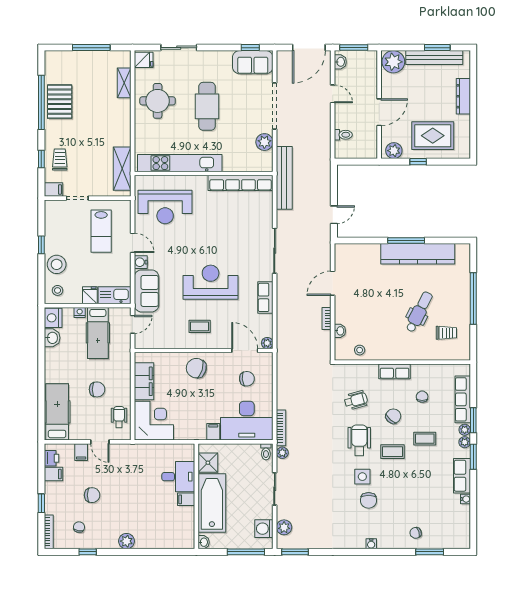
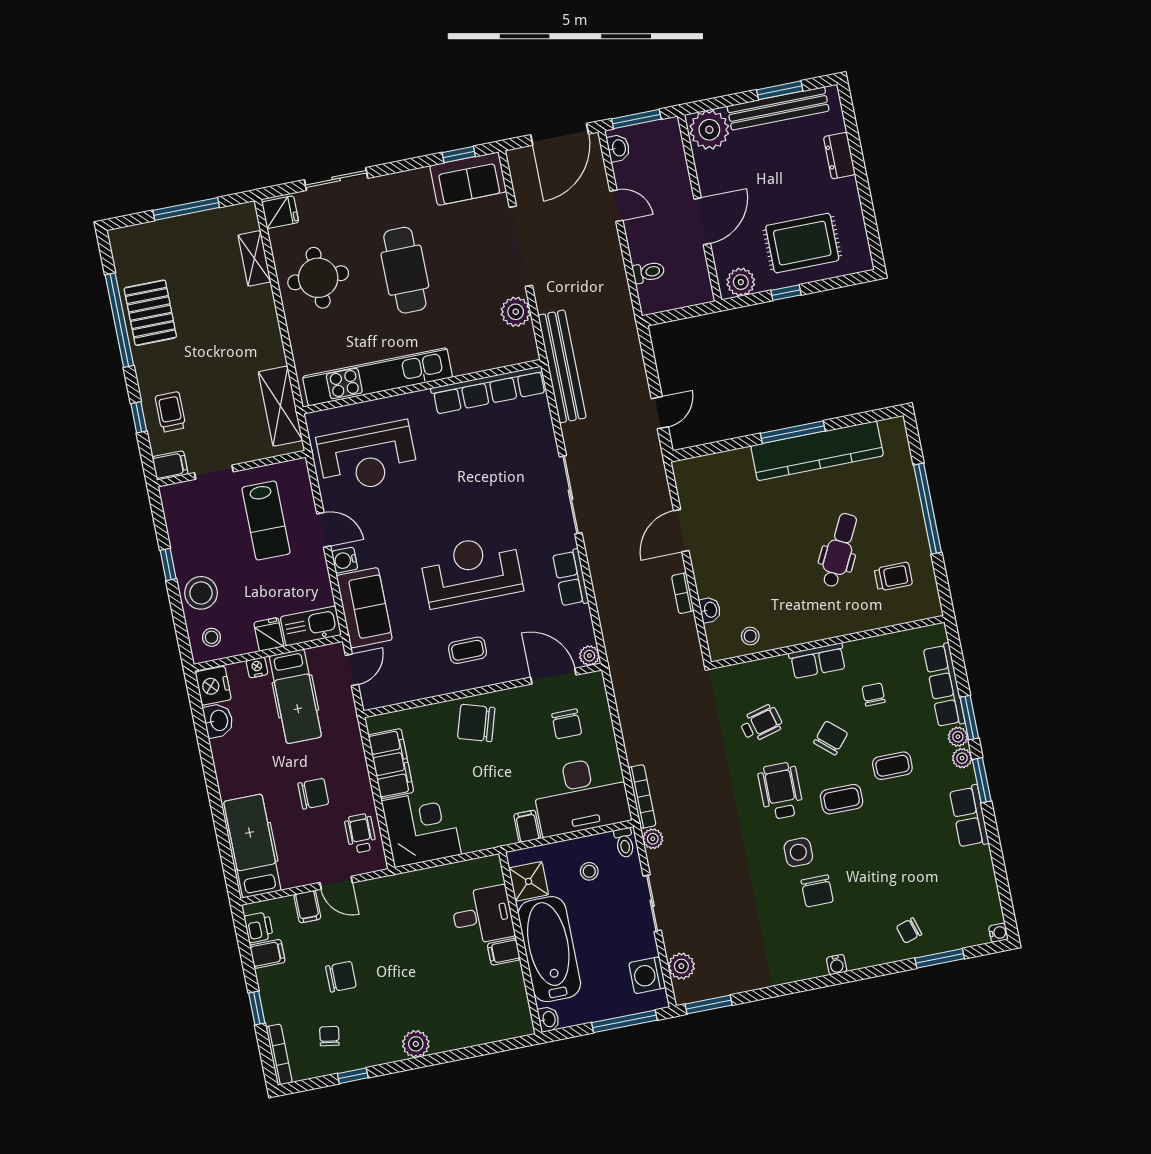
dresser: (463, 96) -> (839, 156), width x0.70
chair: (247, 379) -> (567, 724), turned 95
stool: (243, 464) -> (589, 871), added
water cooler: (465, 499) -> (998, 933), moved

